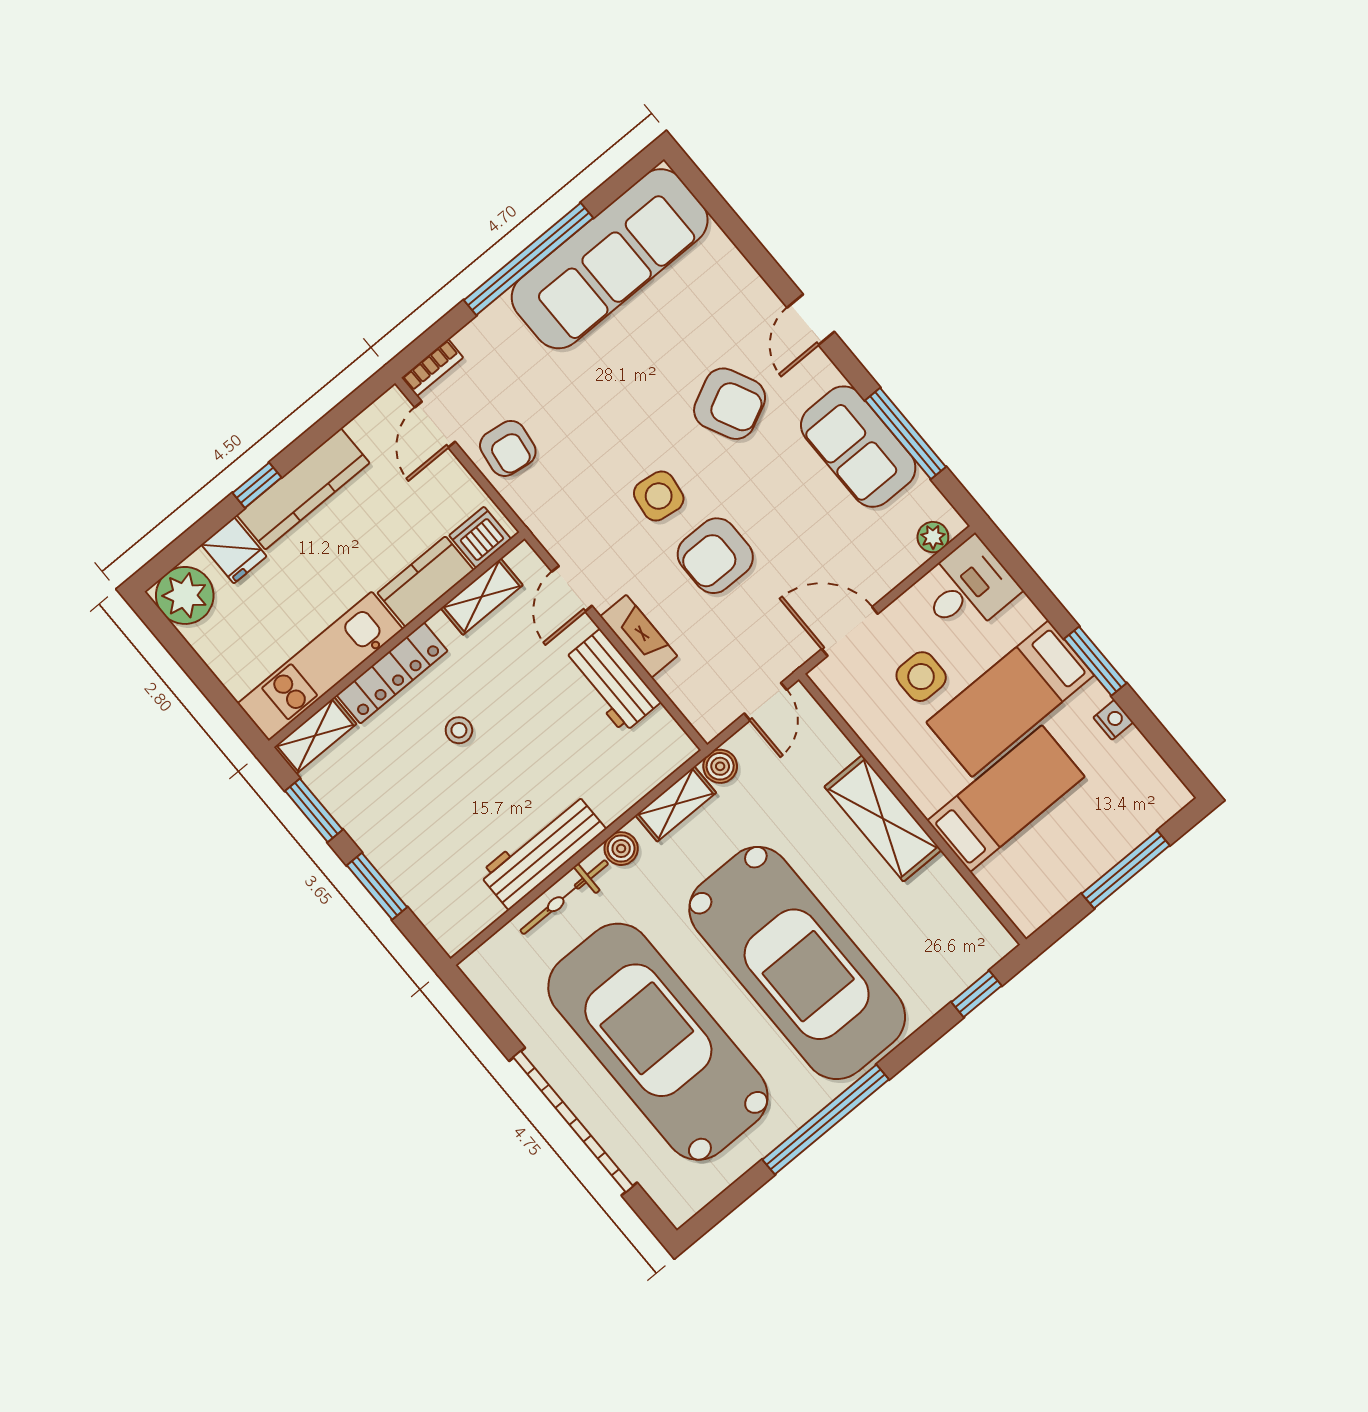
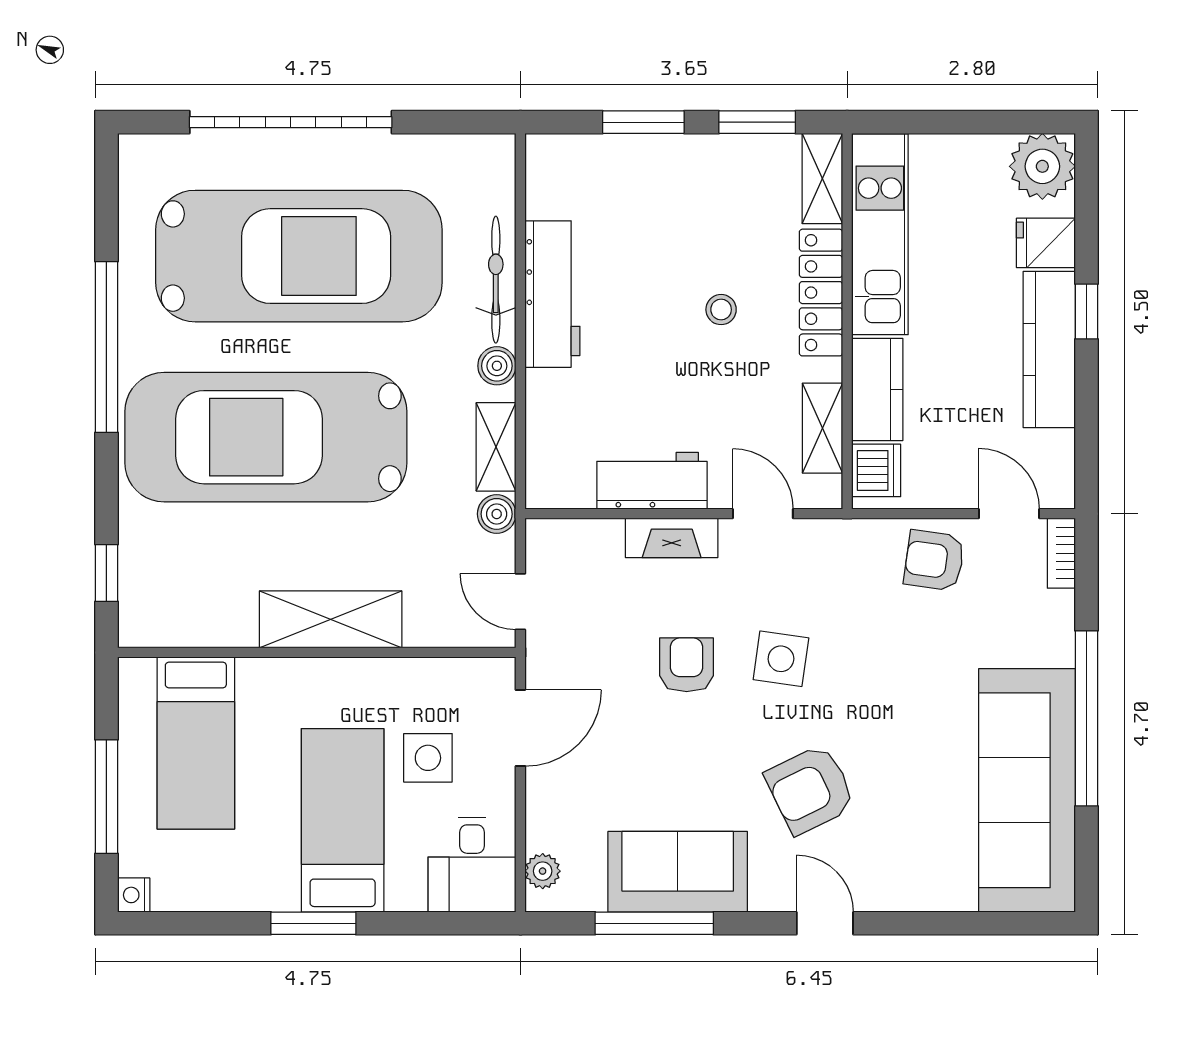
armchair: (715, 556) -> (687, 665), width x0.72, depth x0.72
nightstand: (1113, 720) -> (134, 895), moved, turned 90
bed: (1006, 799) -> (196, 743), moved

